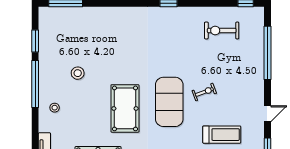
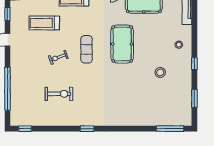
exercise bike: (222, 30) -> (59, 94), moved
window: (35, 84) -> (194, 64), width x0.32
exercise mat: (169, 102) -> (87, 49), width x0.50, depth x0.69

